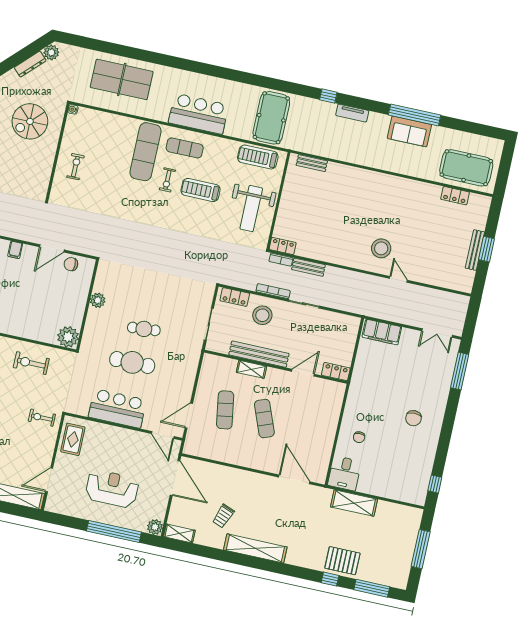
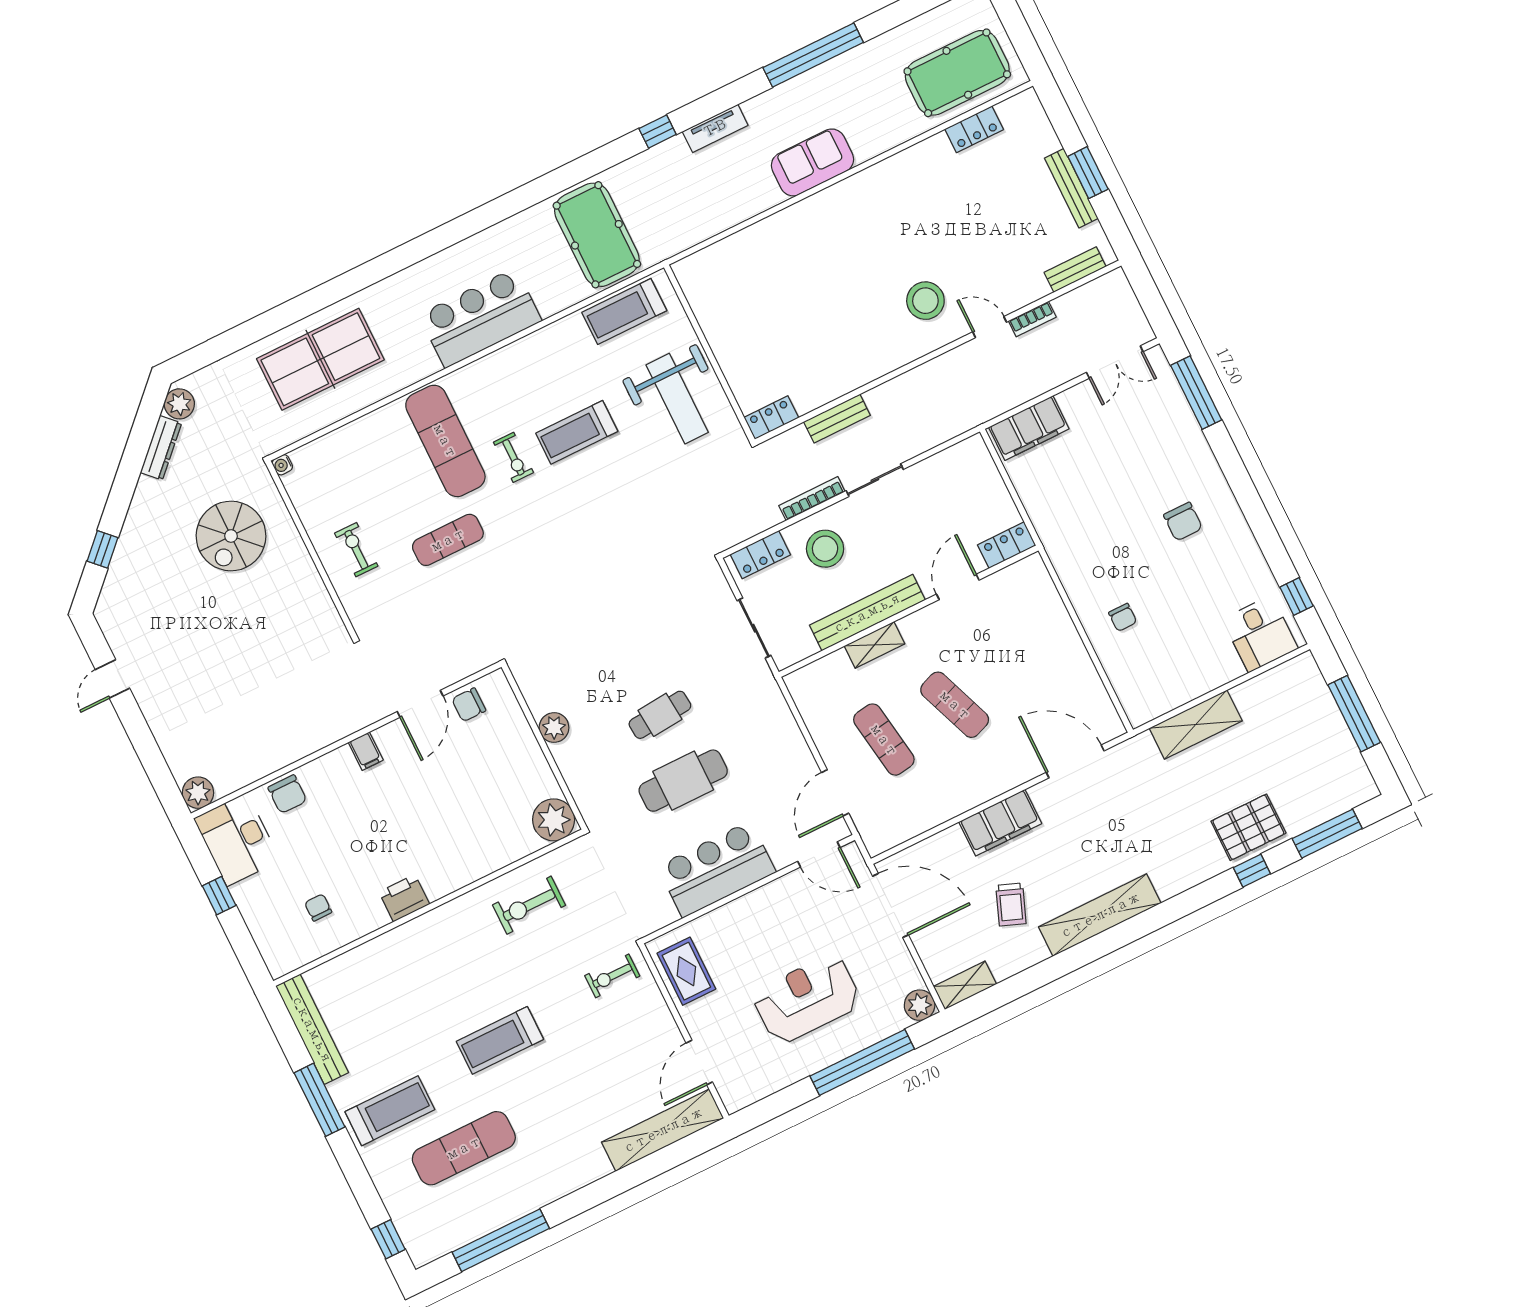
sofa: (409, 131) -> (812, 162), moved, turned 180
exercise mat: (185, 148) -> (448, 540), moved
bench: (312, 163) -> (1075, 270), moved
bookcase: (281, 260) -> (1032, 319), moved
desk: (345, 473) -> (1260, 634), moved
filing cabinet: (245, 480) -> (1000, 823), added

